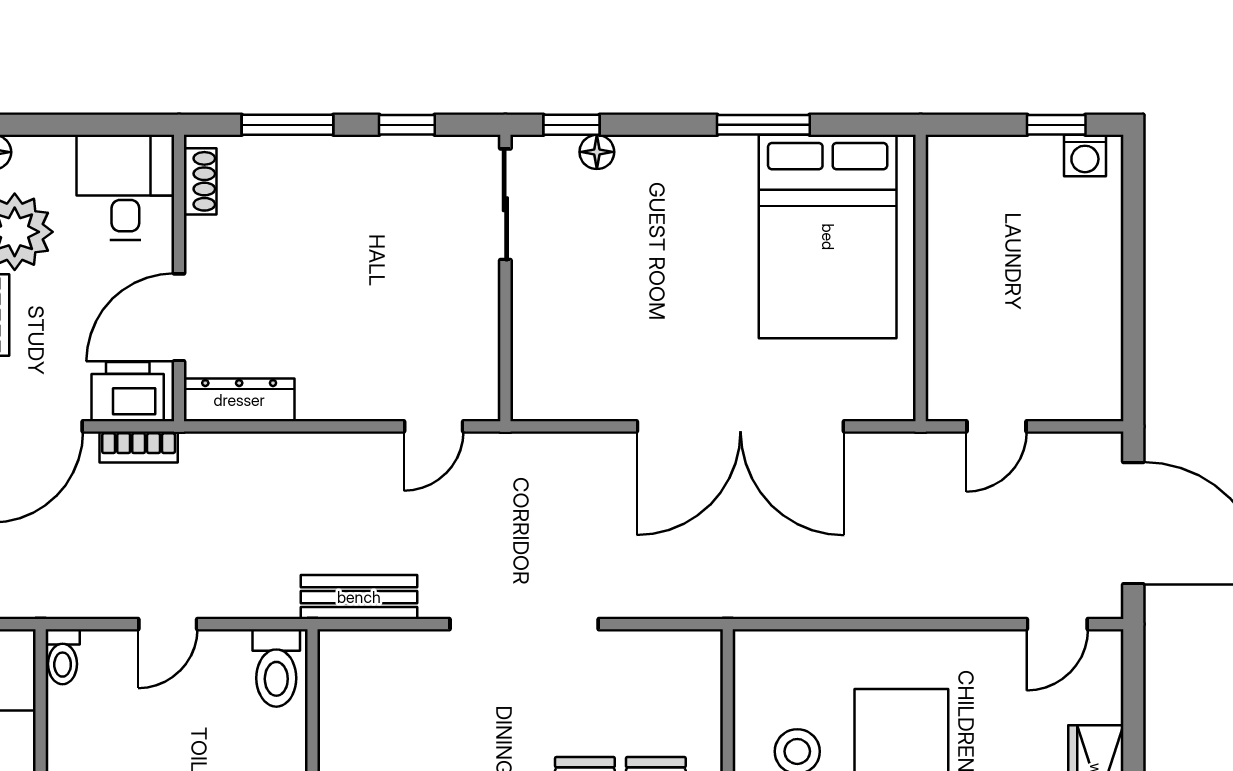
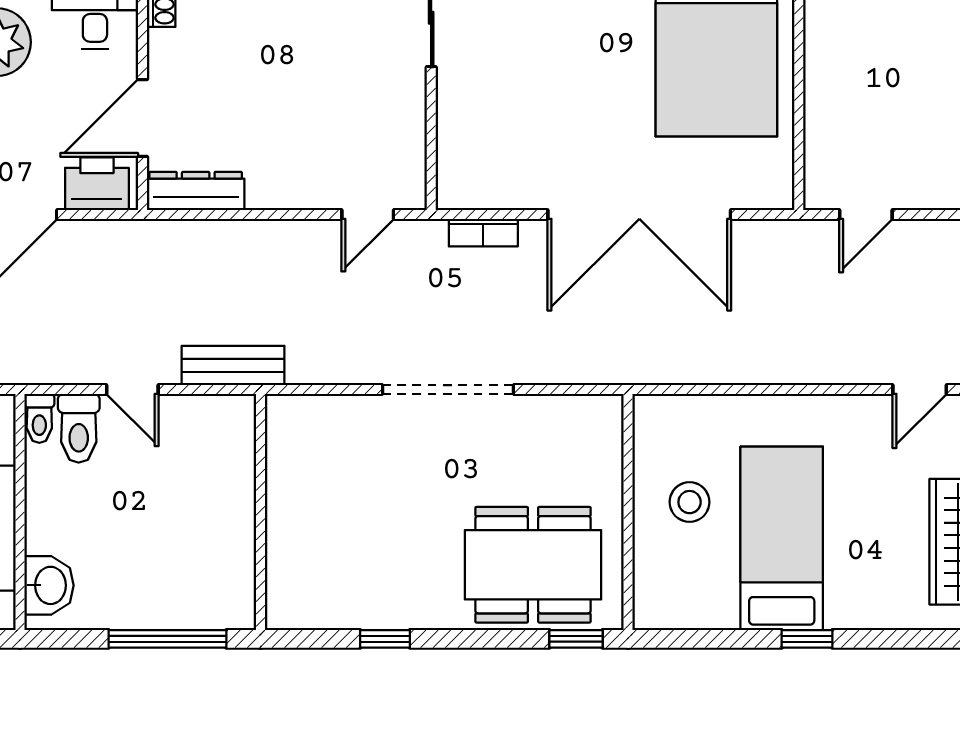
bookcase: (139, 447) -> (483, 233), moved
bench: (359, 597) -> (233, 365), moved
door: (168, 624) -> (132, 389), hinge flipped
toilet: (276, 668) -> (79, 428), moved

